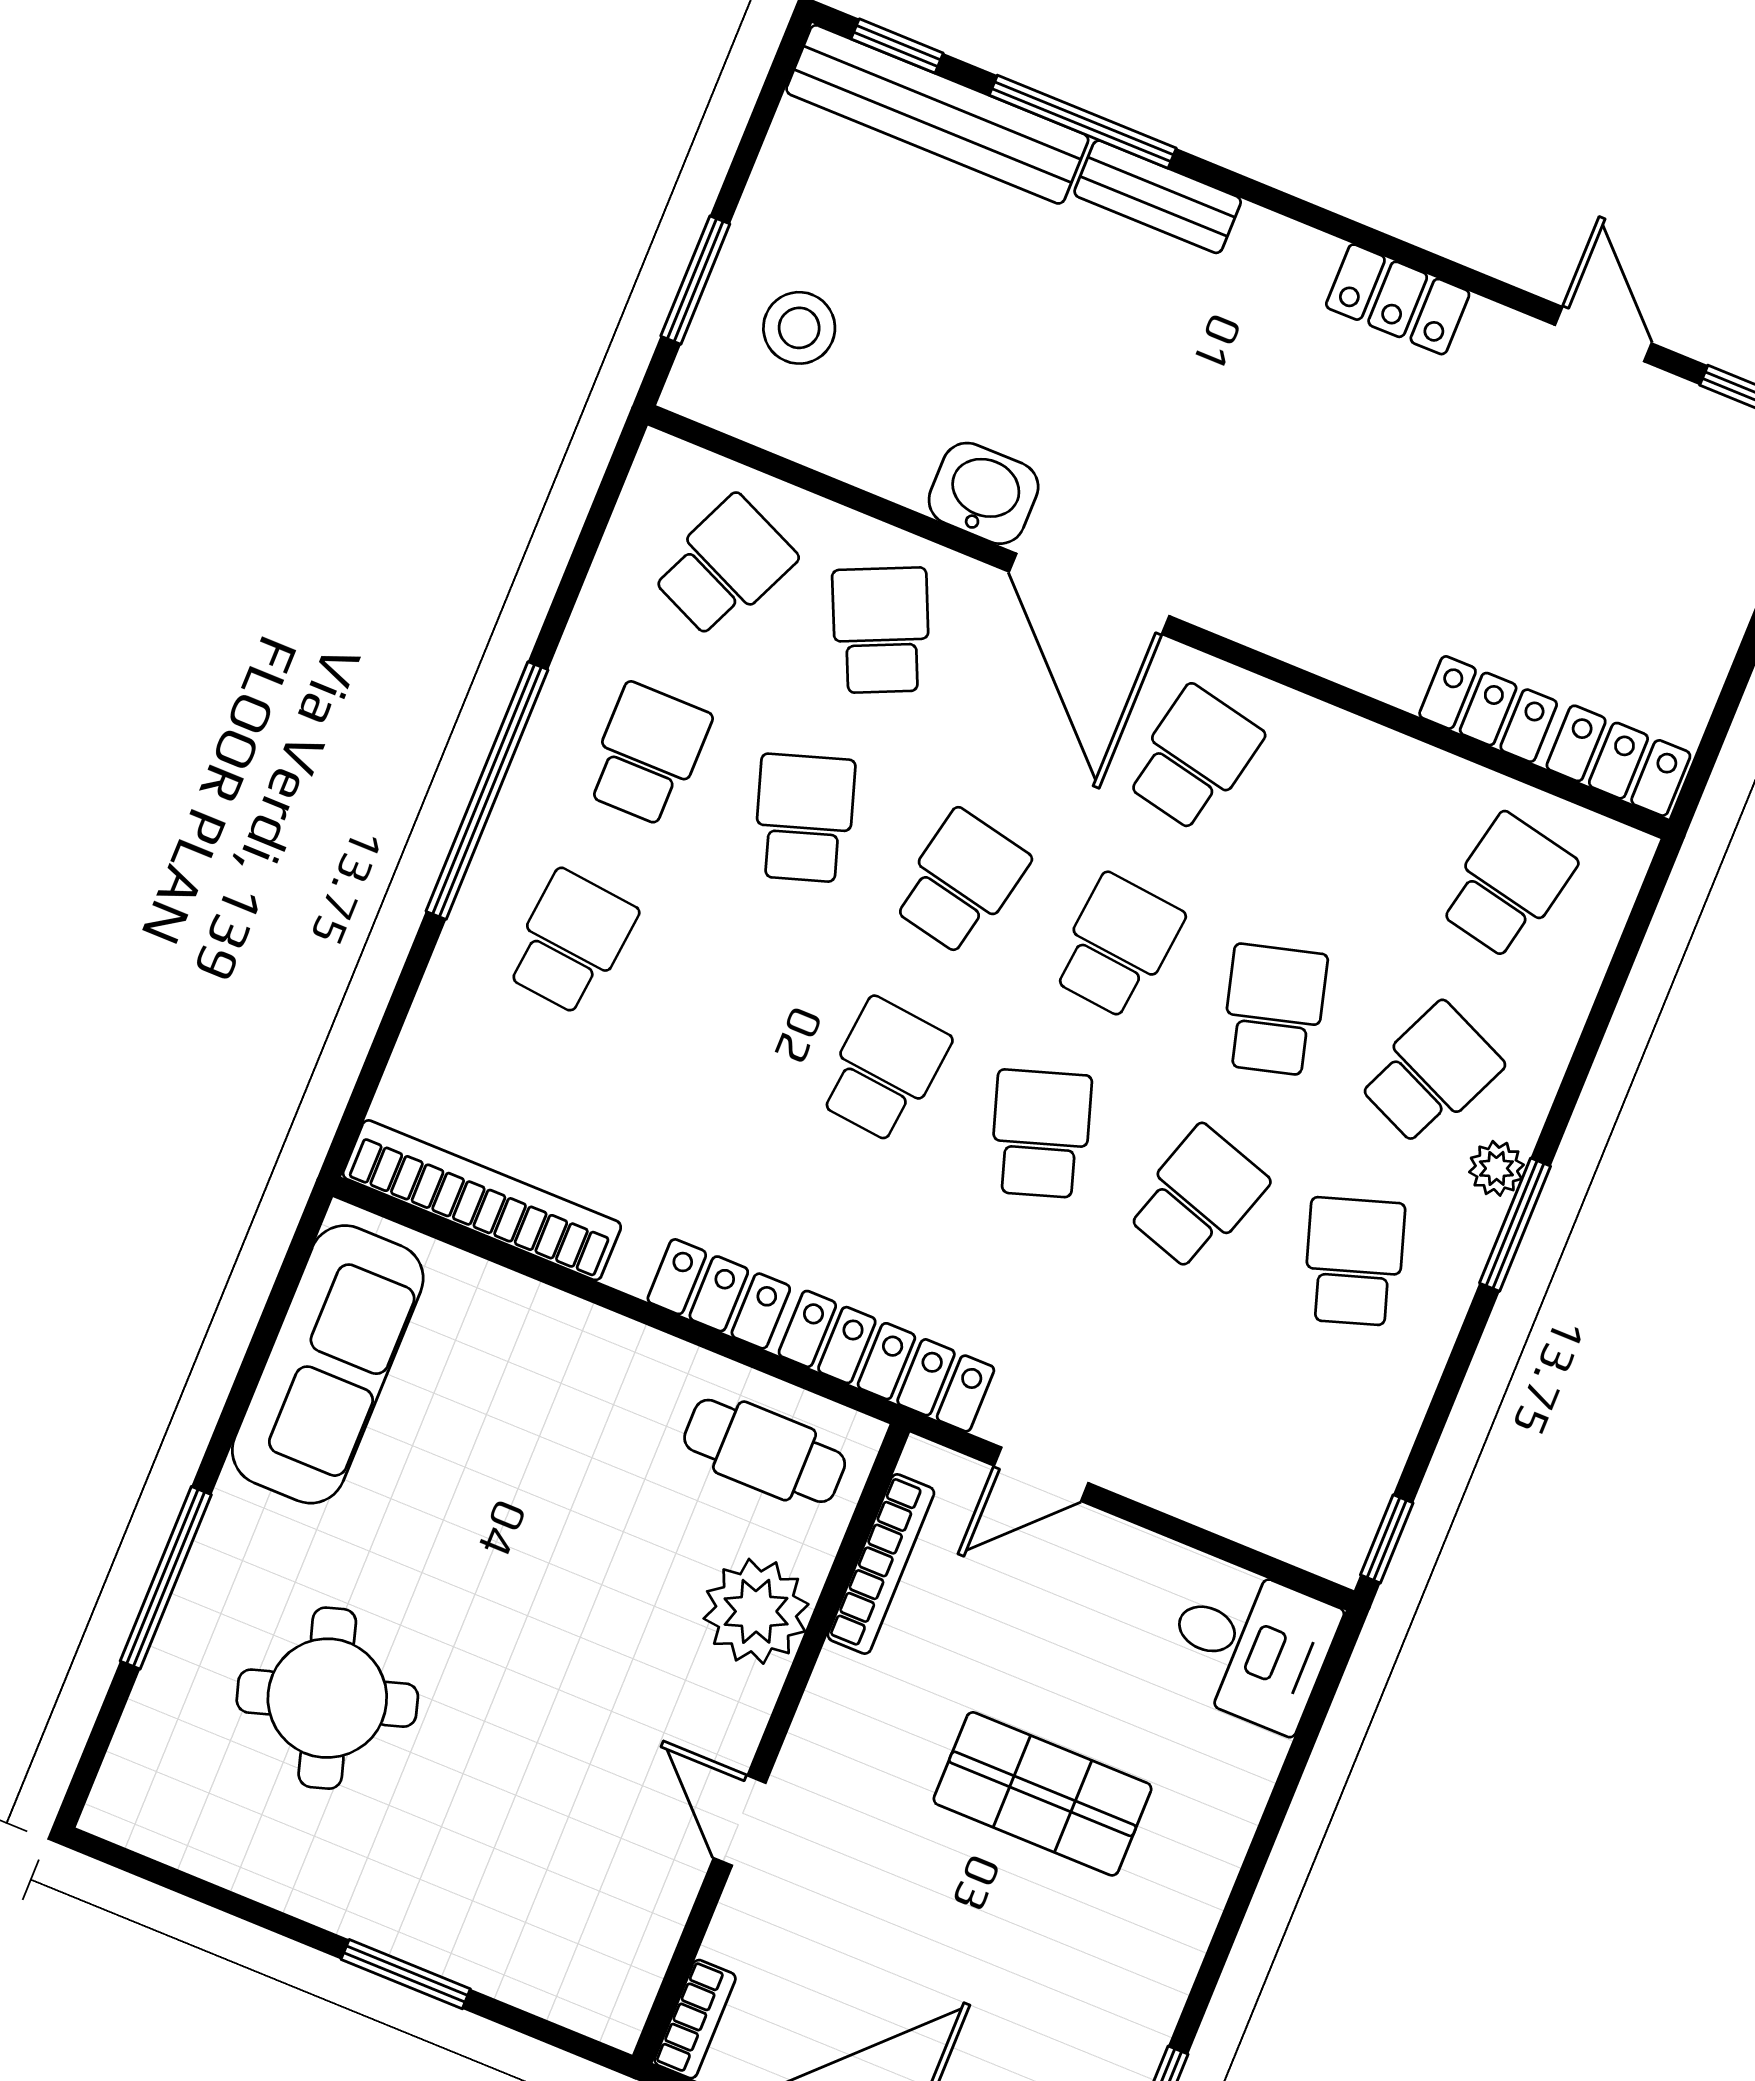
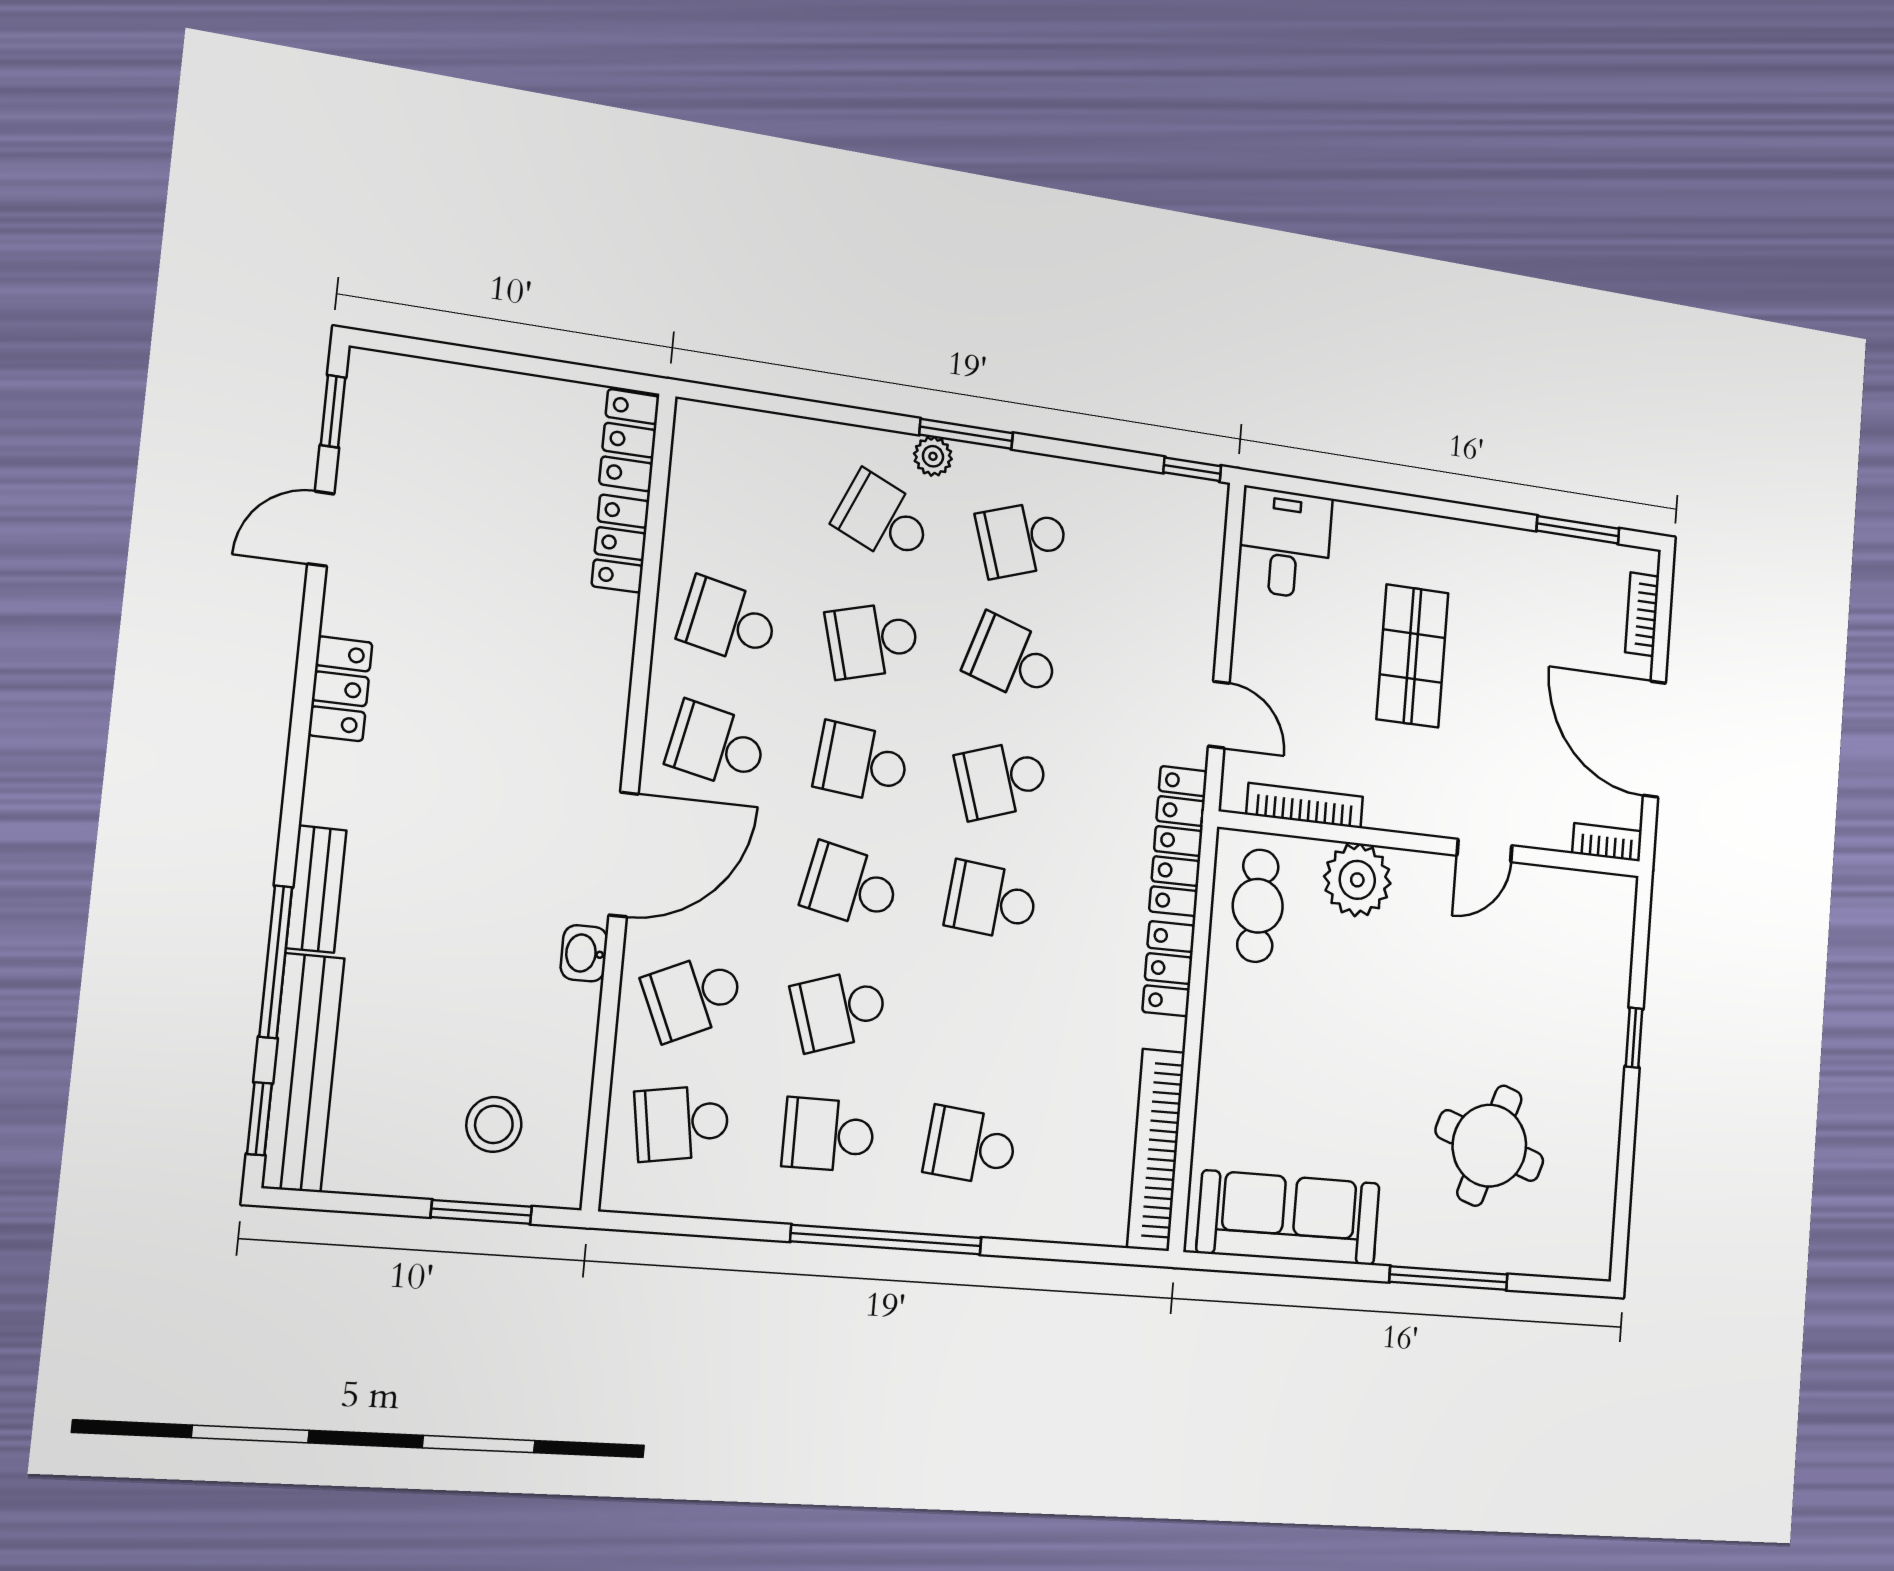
washbasin: (984, 493) -> (584, 953), width x0.72, depth x0.69
school desk: (724, 566) -> (682, 1123), turned -33
school desk: (1507, 886) -> (728, 621), moved
round table: (327, 1698) -> (1489, 1146), turned 36
window: (406, 1974) -> (1634, 1038), width x0.67

